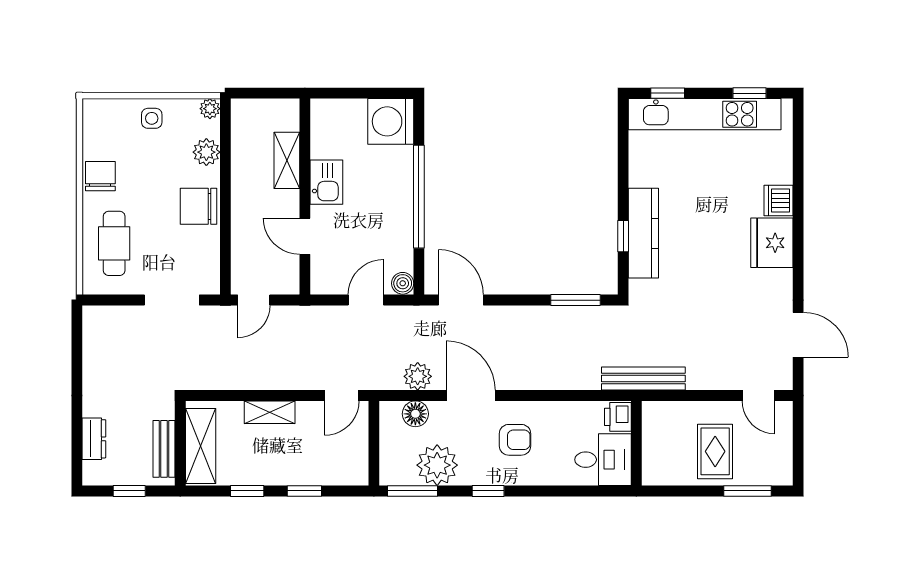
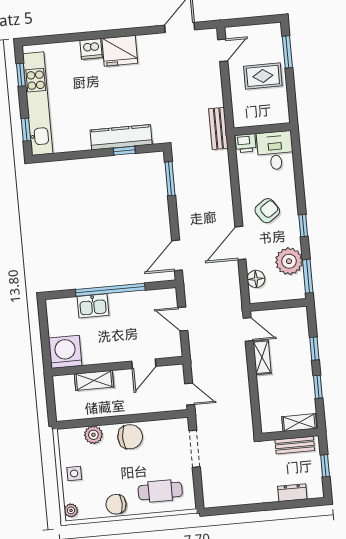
plant: (210, 109) -> (71, 510), moved
washing machine: (391, 121) -> (65, 352), moved, turned 180
kitchen sink: (326, 182) -> (93, 306), moved, turned 180
chair: (199, 206) -> (130, 437), turned -90
boiler: (403, 283) -> (169, 295), removed
plant: (418, 376) -> (231, 280), removed
bench: (643, 378) -> (218, 128), width x0.73
shelving: (270, 412) -> (262, 357), moved
armchair: (515, 440) -> (267, 211), turned 55
shelving: (201, 446) -> (299, 423), width x0.67, depth x0.75

